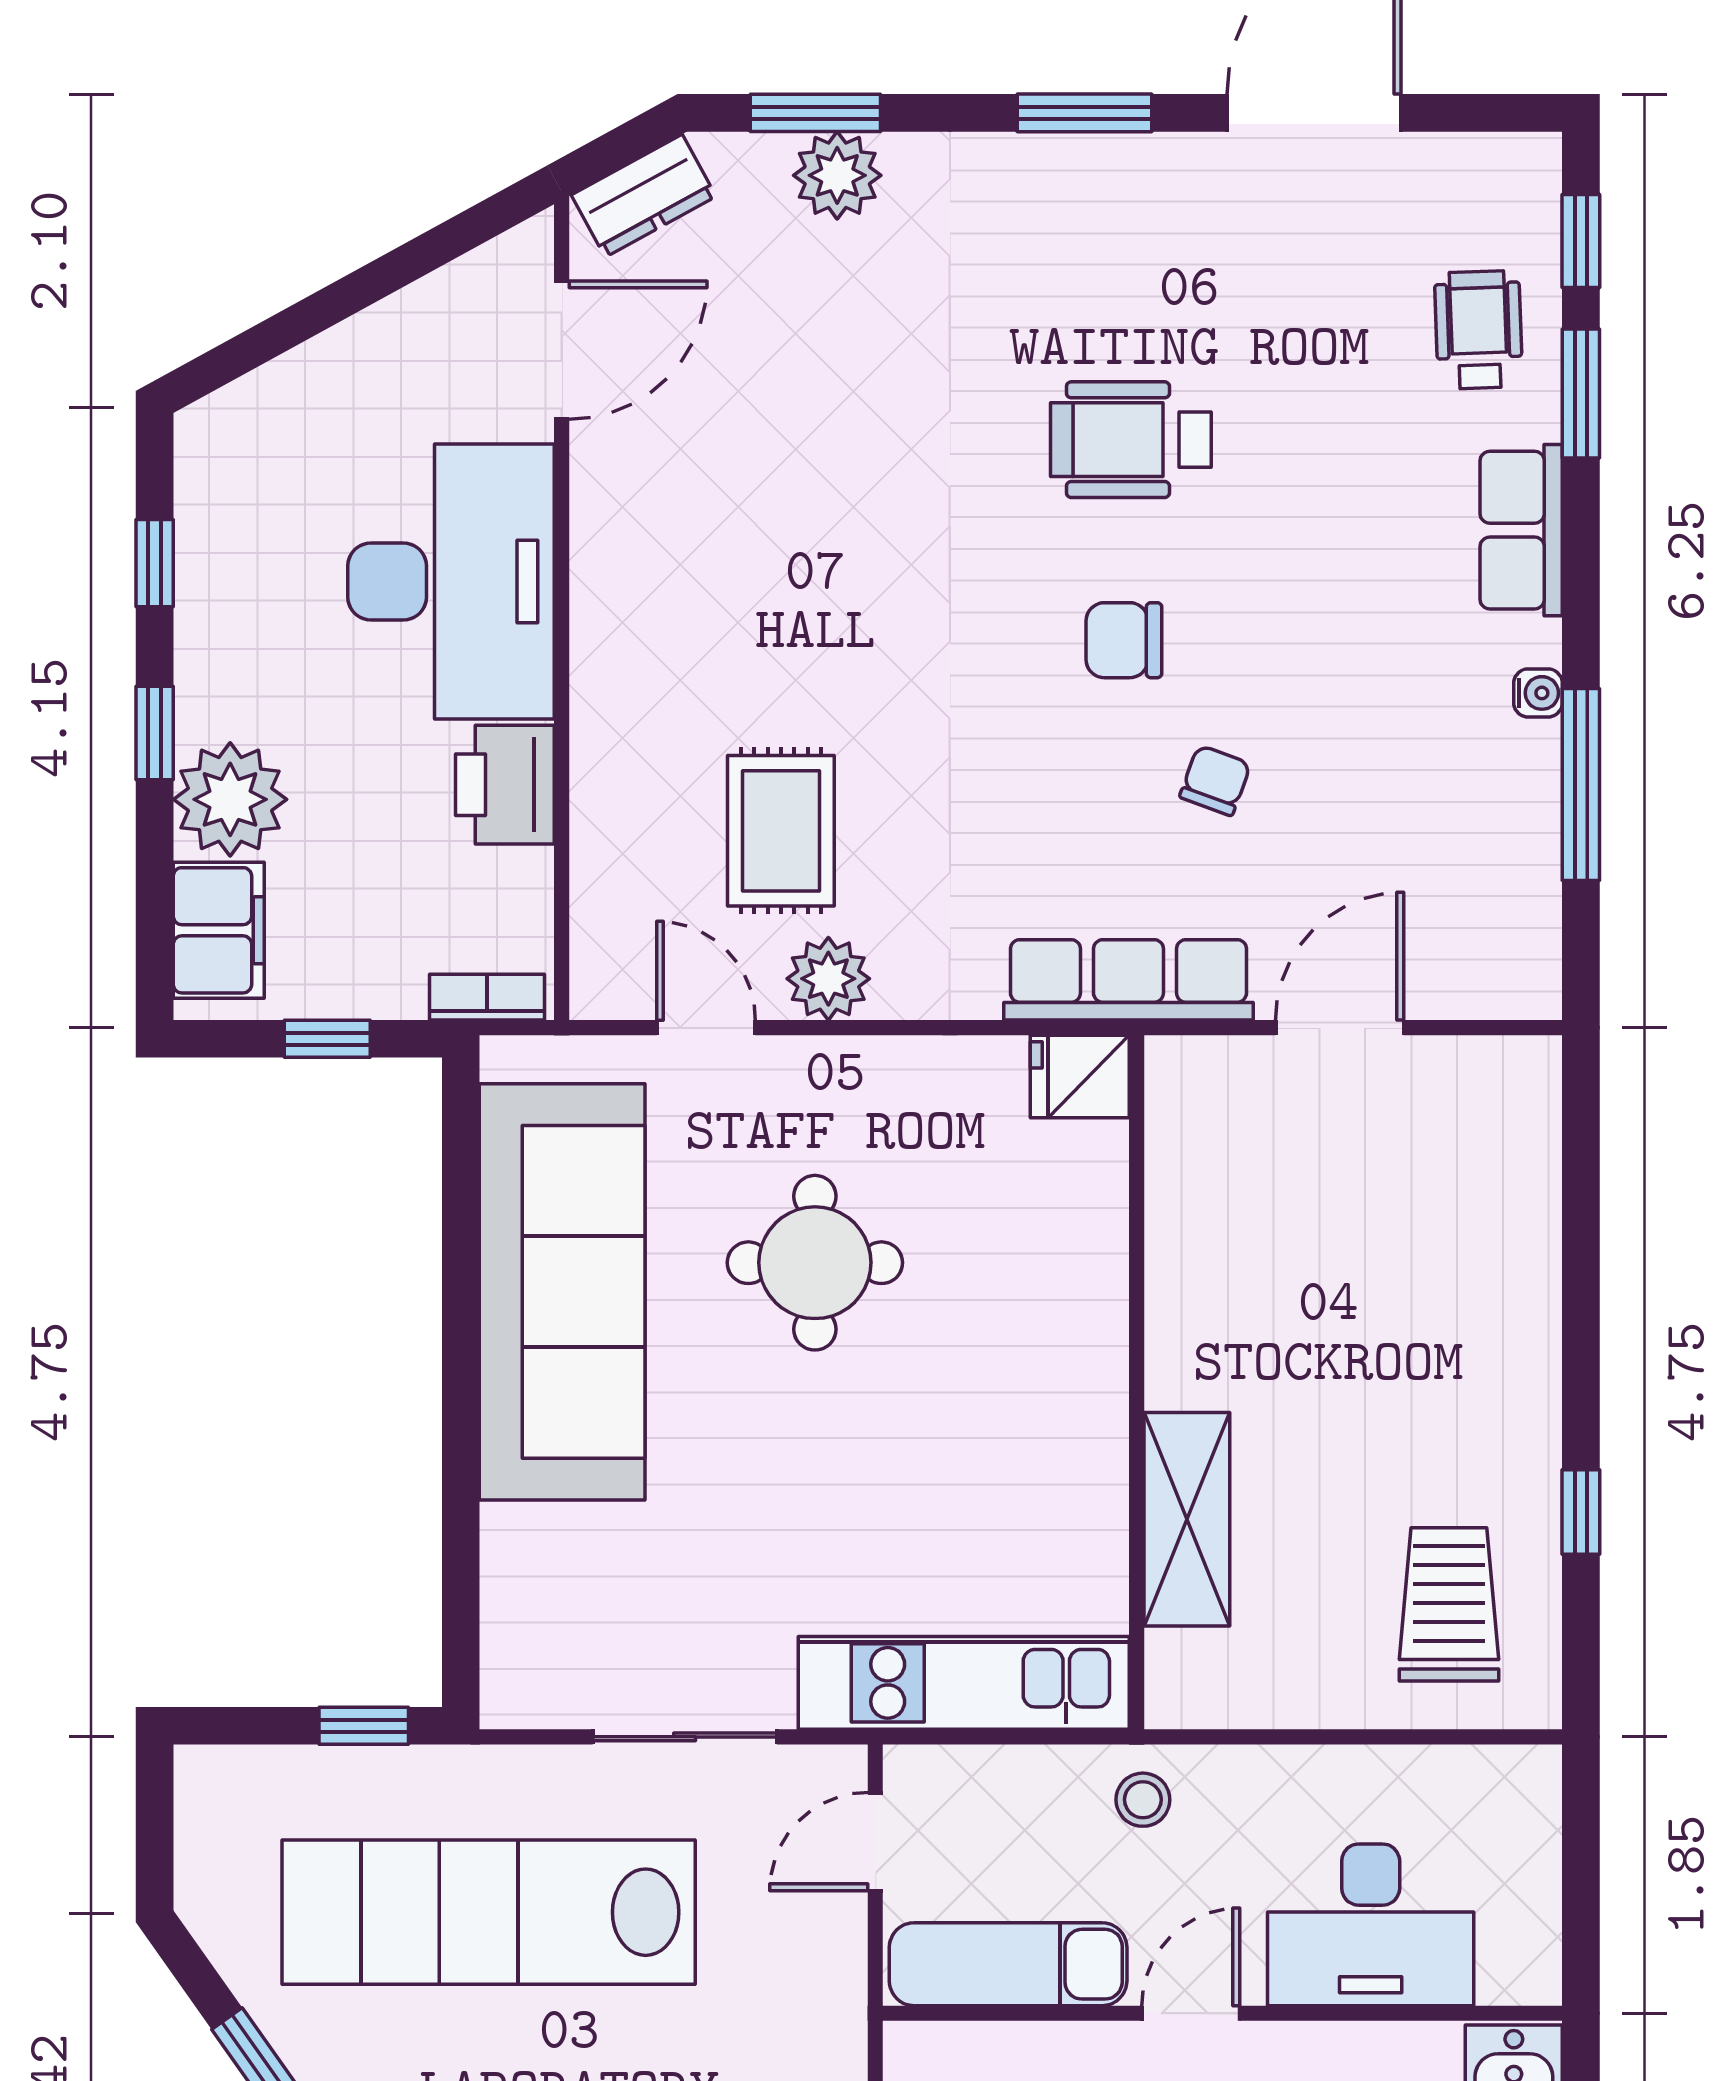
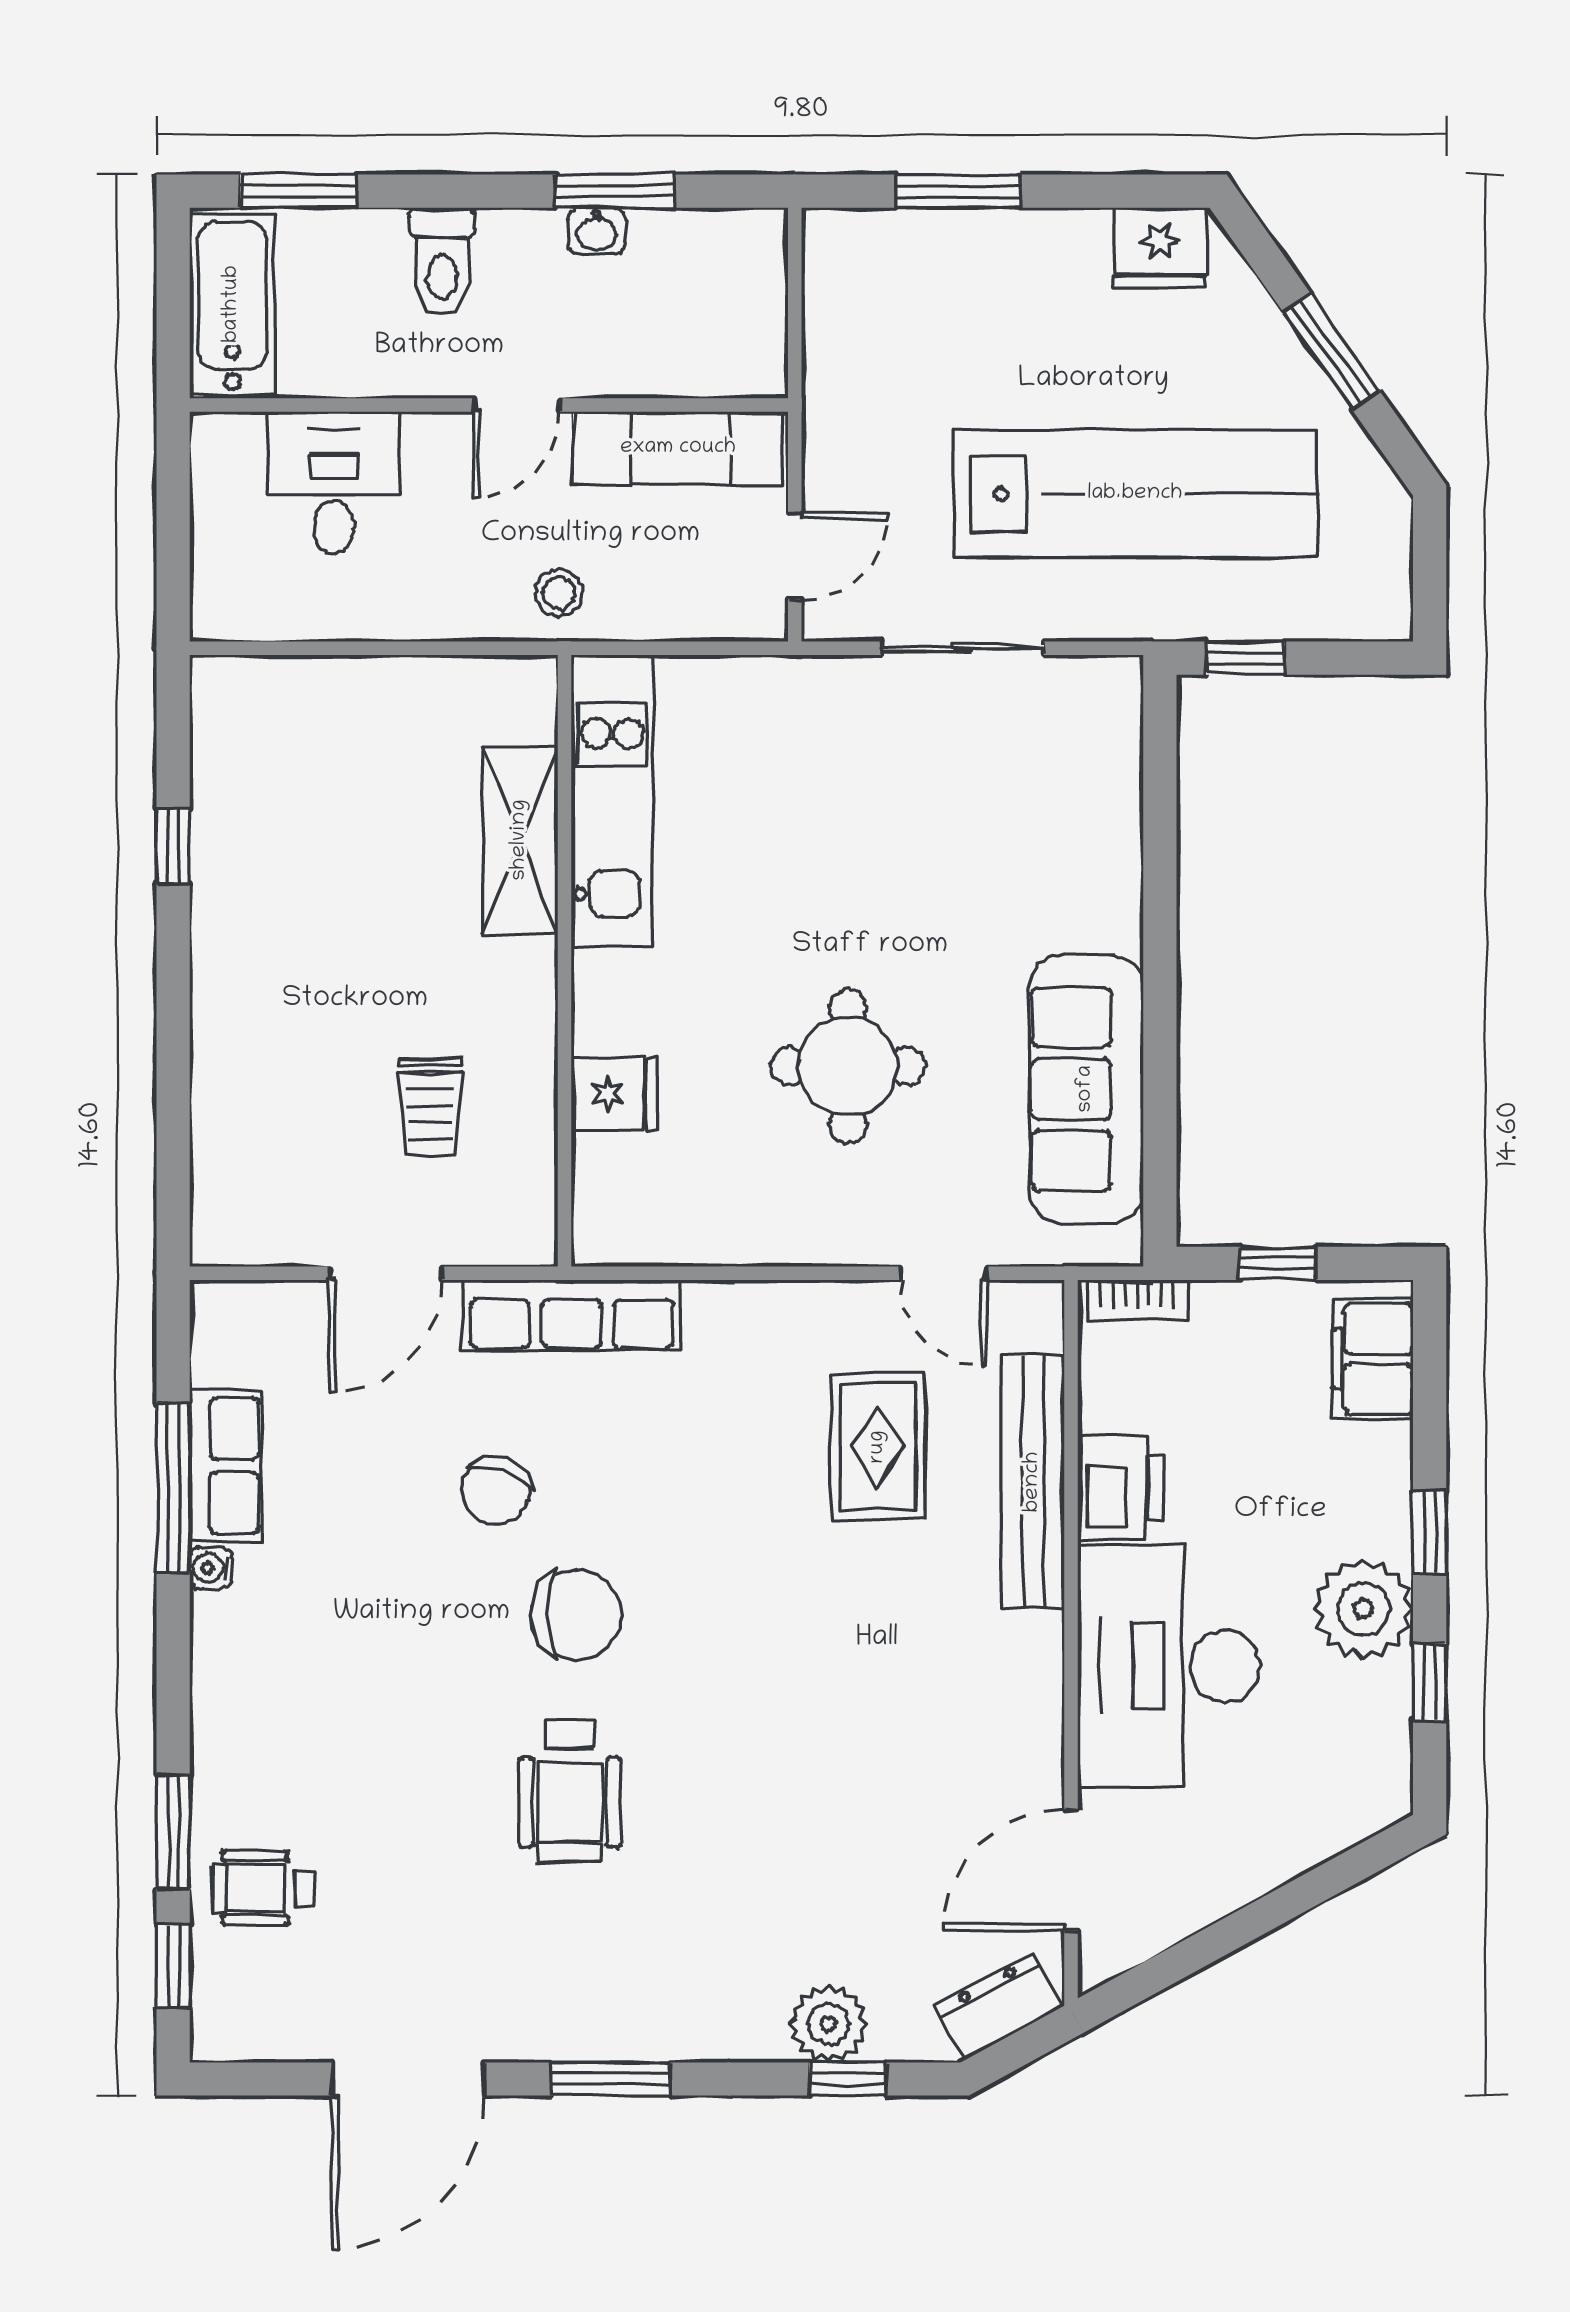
window: (815, 113) -> (848, 2079), width x0.67
wheelchair: (1478, 330) -> (263, 1888), turned 92
wheelchair: (1131, 440) -> (570, 1791), turned 90
row of seats: (1521, 530) -> (226, 1466), moved
chair: (1124, 640) -> (576, 1614), width x1.37, depth x1.37
chair: (1215, 780) -> (495, 1491), width x1.37, depth x1.37
bench: (605, 791) -> (1033, 1482), added
plant: (230, 799) -> (1363, 1609), moved
plant: (828, 979) -> (836, 1316), removed
fridge: (1080, 1076) -> (615, 1094), moved
sofa: (562, 1292) -> (1086, 1089), width x0.74, depth x0.79
trolley: (1449, 1604) -> (430, 1107), moved, width x0.73, depth x0.72
kitchen unit: (964, 1683) -> (612, 801), moved, turned -90
desk: (1371, 1925) -> (334, 483), width x0.73

